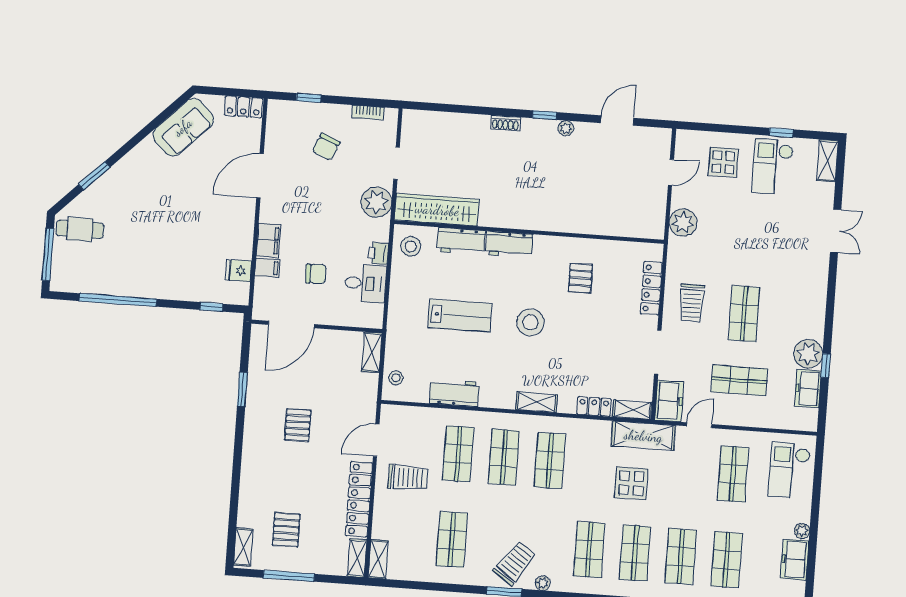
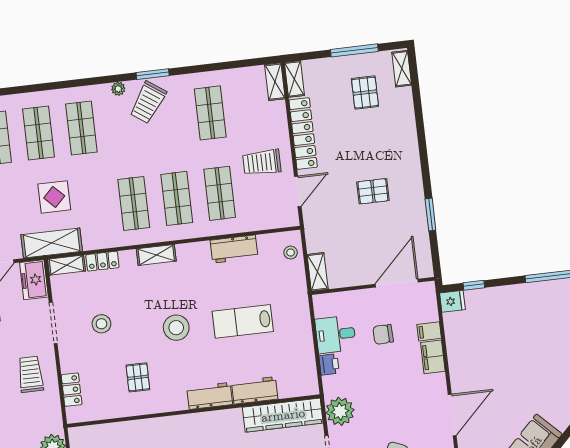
stool: (411, 246) -> (101, 324), moved
fridge: (239, 271) -> (452, 301), moved
locker: (651, 288) -> (72, 390), width x0.66
pallet: (298, 425) -> (373, 191), turned 90

